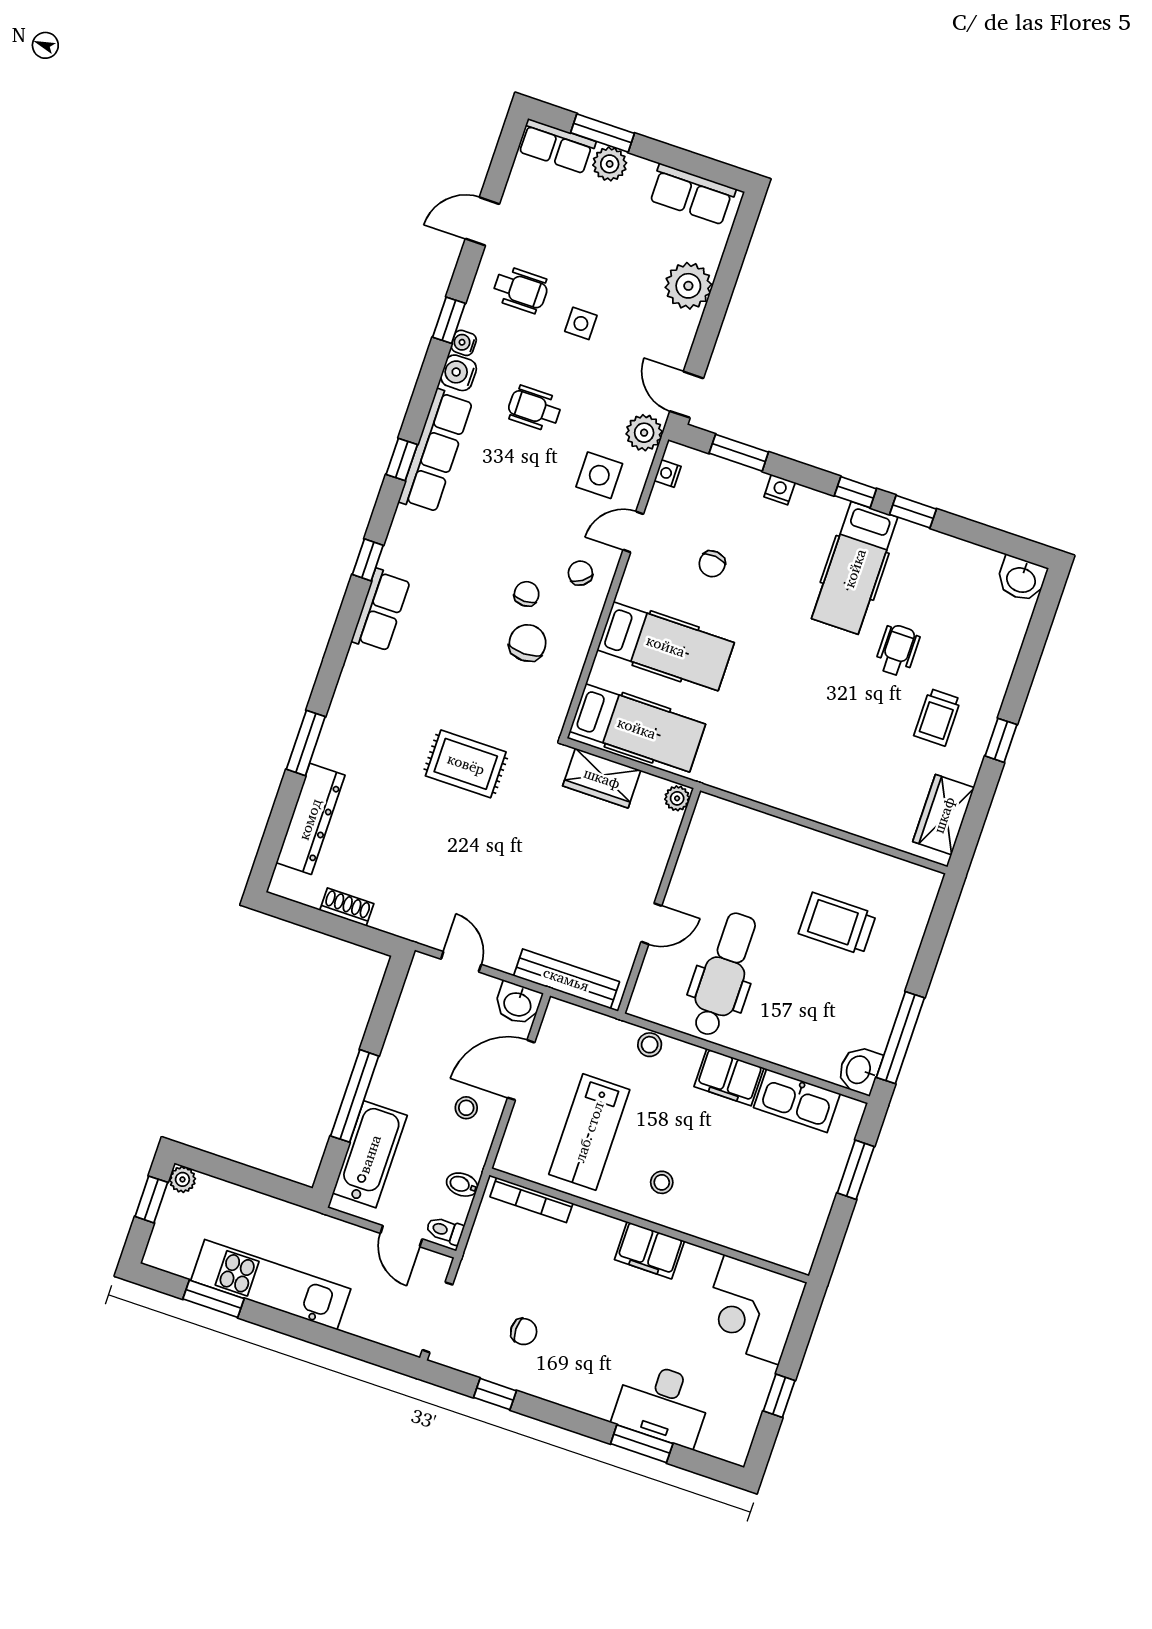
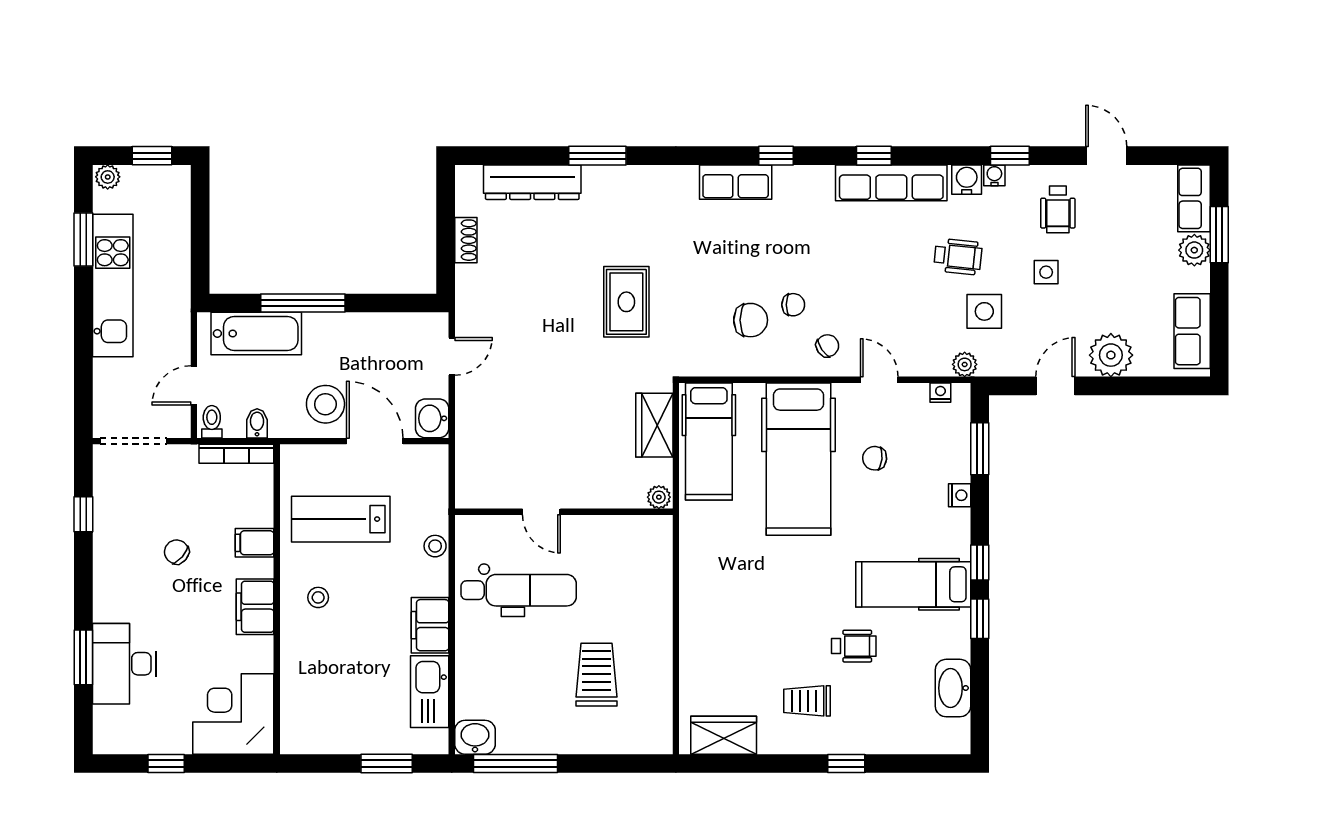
door: (687, 395) -> (1055, 386), moved
wheelchair: (534, 408) -> (958, 257), turned 96
plant: (644, 433) -> (965, 364), width x0.73, depth x0.73
side table: (599, 475) -> (984, 311), moved
washbasin: (1021, 579) -> (953, 688), moved, width x1.38
hospital bed: (666, 646) -> (798, 459), width x1.37, depth x1.29
window: (1001, 740) -> (846, 763), moved
bench: (566, 979) -> (468, 454), removed
stool: (466, 1108) -> (325, 404), width x1.89, depth x1.89
plant: (182, 1179) -> (108, 177), moved
bookcase: (532, 1200) -> (236, 454), moved, turned -90
filing cabinet: (584, 1229) -> (255, 543), added
chair: (524, 1332) -> (177, 552), moved, turned 131

